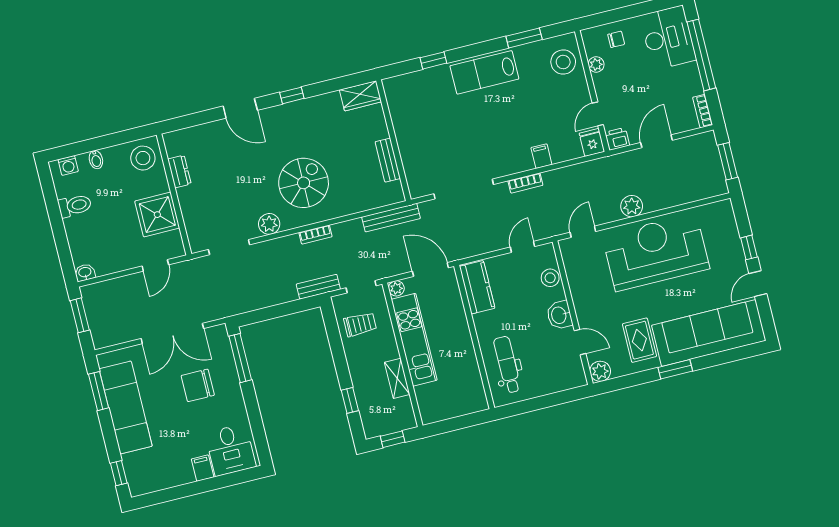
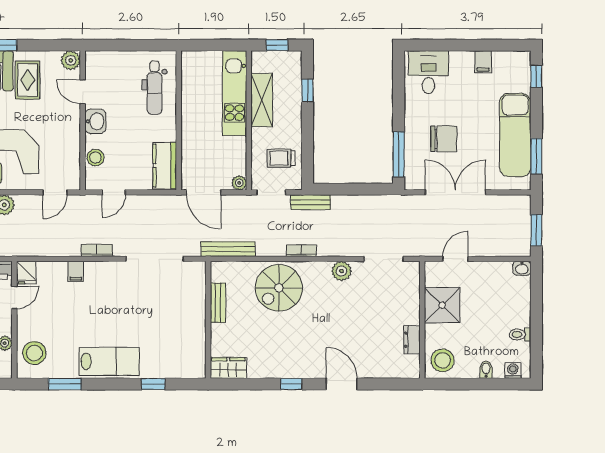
spiral stairs: (304, 183) -> (279, 288), moved
toilet: (75, 206) -> (520, 335), width x0.73, depth x0.72
kitchen unit: (414, 340) -> (235, 93), moved
shelving: (397, 378) -> (262, 100), width x1.50, depth x1.33
filing cabinet: (203, 468) -> (483, 62), moved

